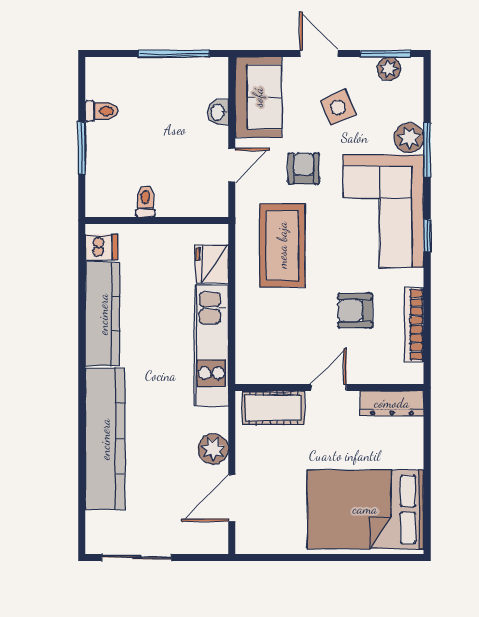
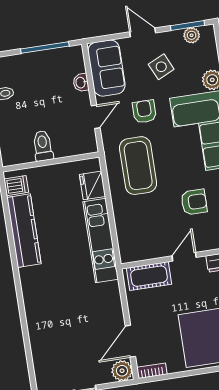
toilet: (145, 201) -> (43, 146), width x1.37, depth x1.39
armchair: (355, 311) -> (194, 202), turned 180
kitchen counter: (105, 439) -> (39, 315), removed
plant: (213, 449) -> (122, 371), moved
bookcase: (256, 546) -> (152, 371), added

